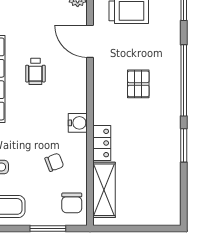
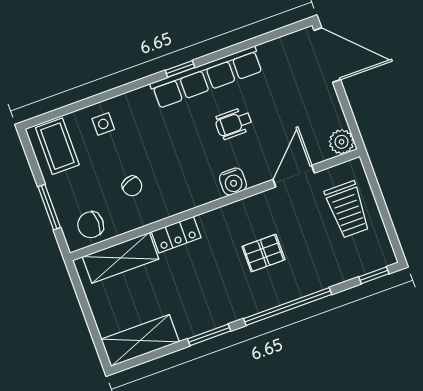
water cooler: (78, 123) -> (233, 182), moved
shelving: (170, 197) -> (140, 341), added

